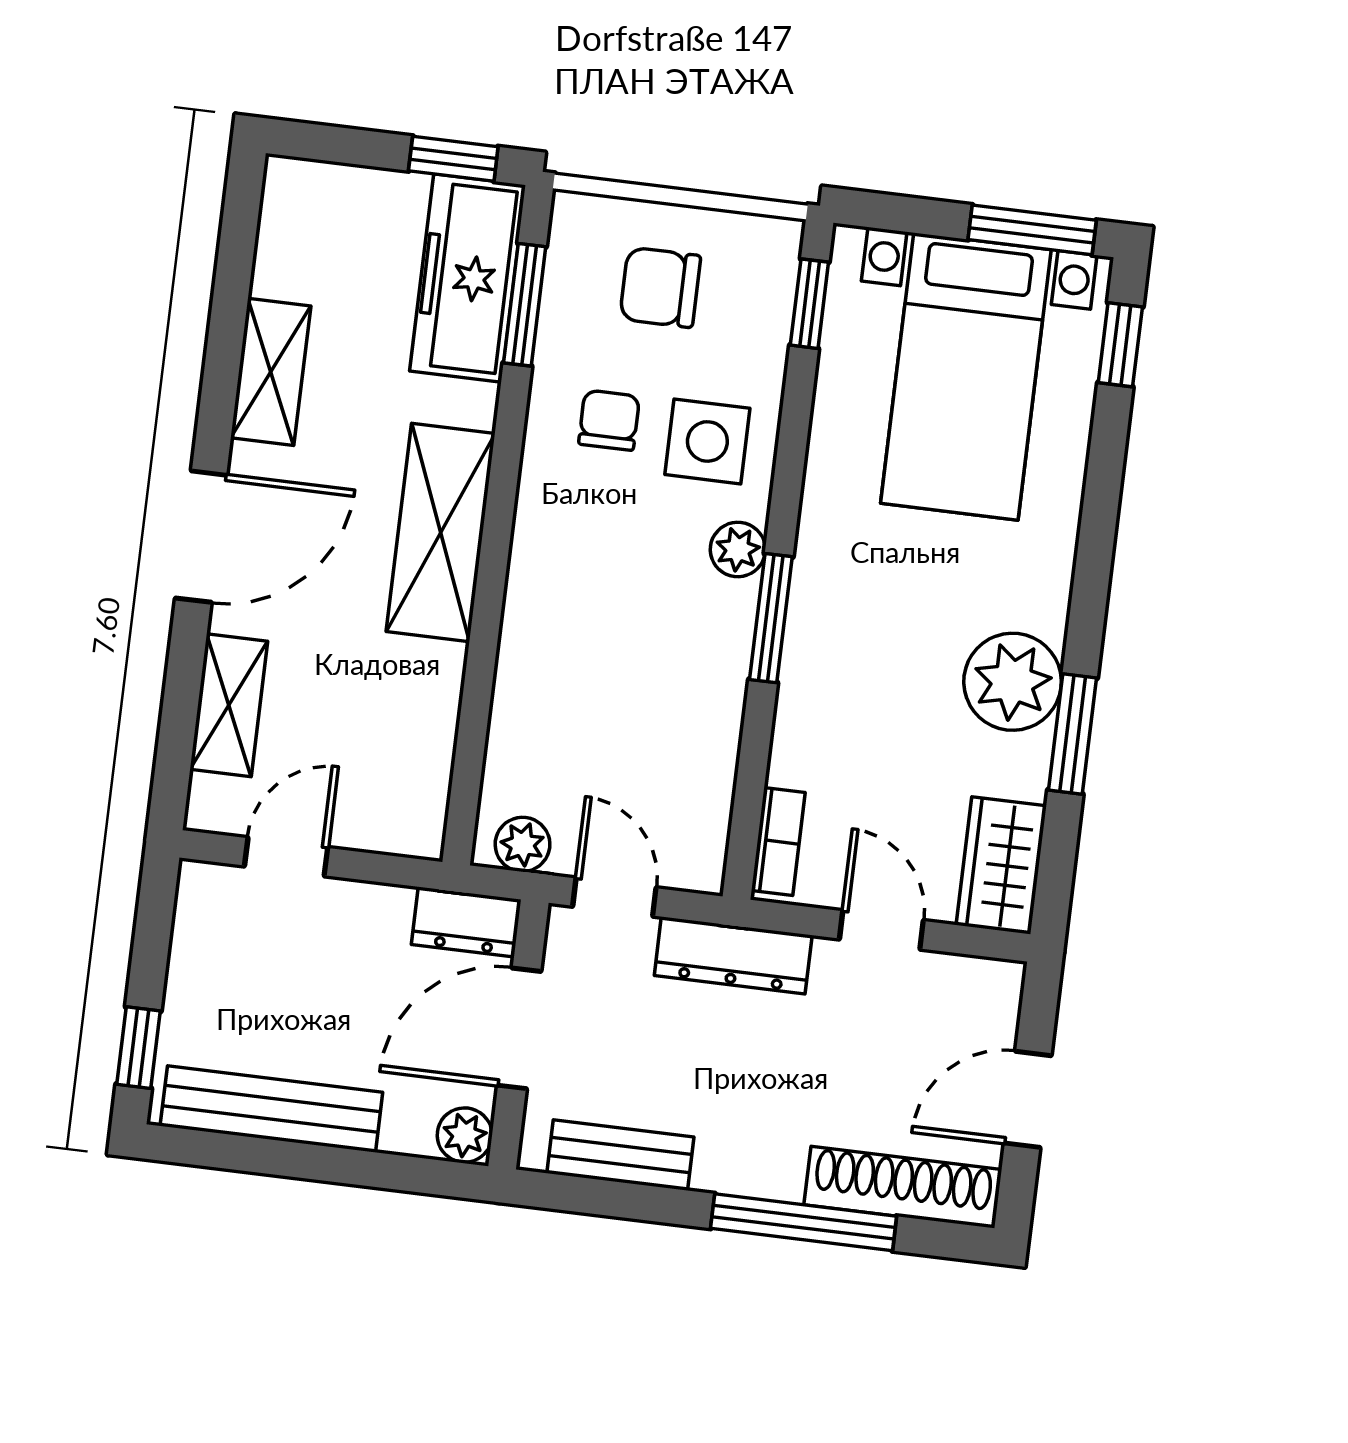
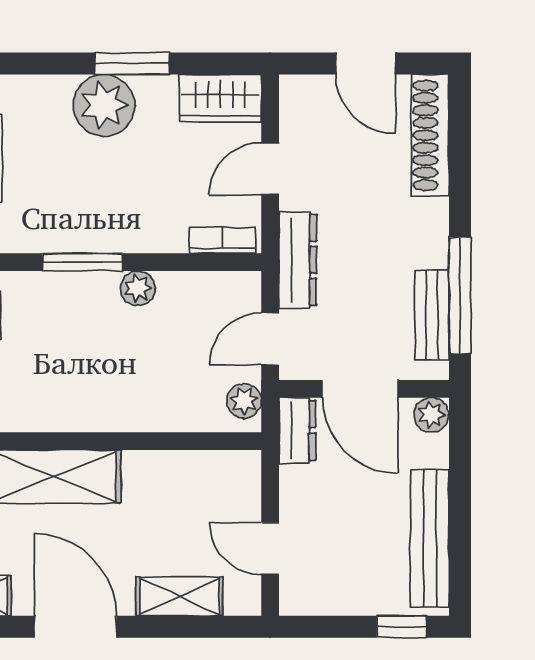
plant: (738, 549) -> (138, 288), moved
window: (804, 1222) -> (460, 296), moved

